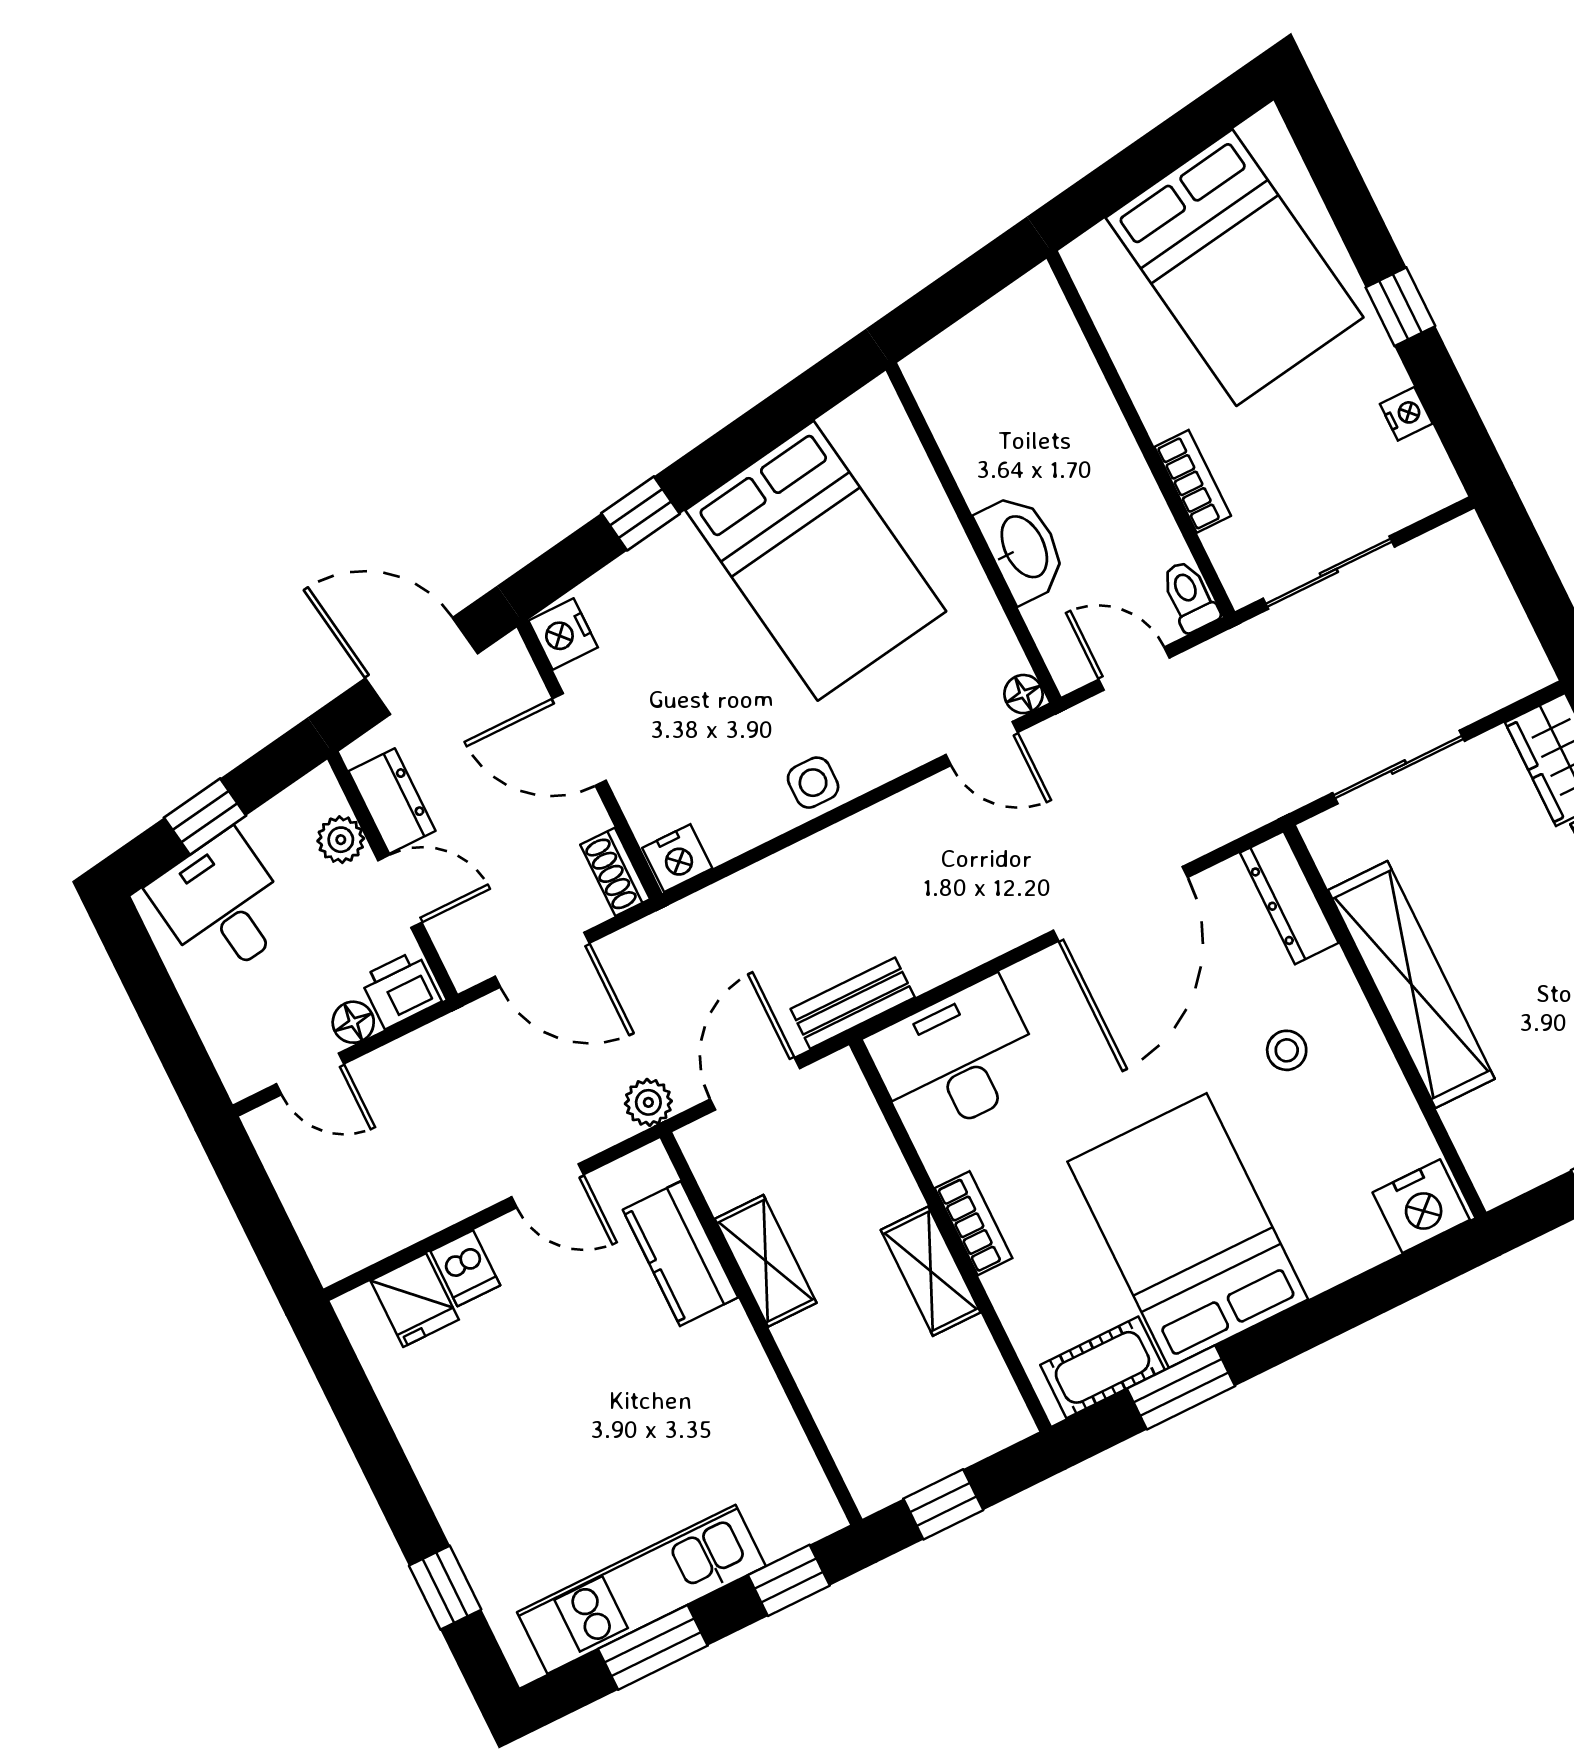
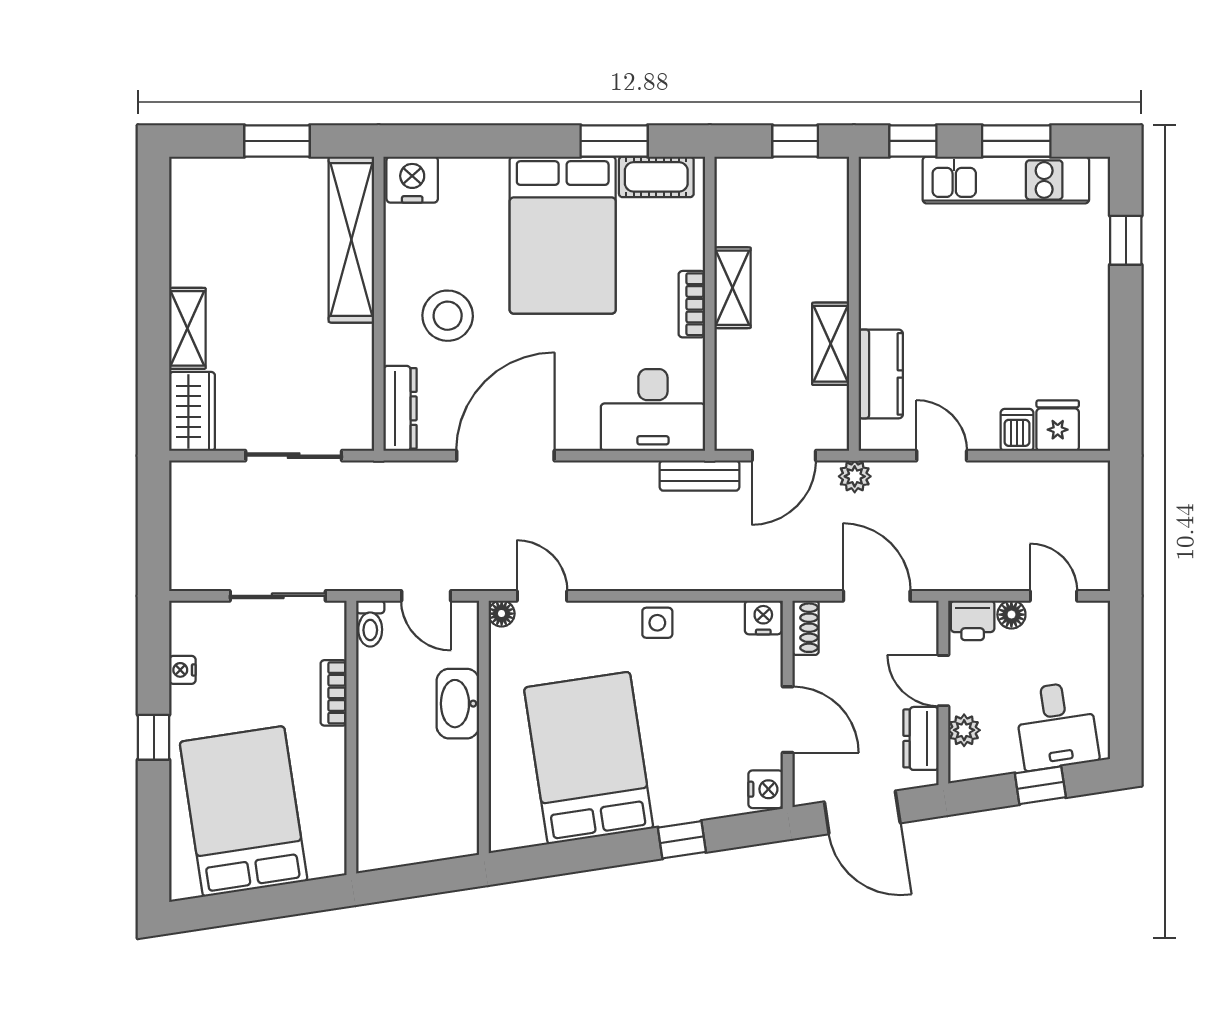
shelving: (1411, 985) -> (351, 240), moved
stool: (1287, 1050) -> (448, 316), width x1.89, depth x1.89

